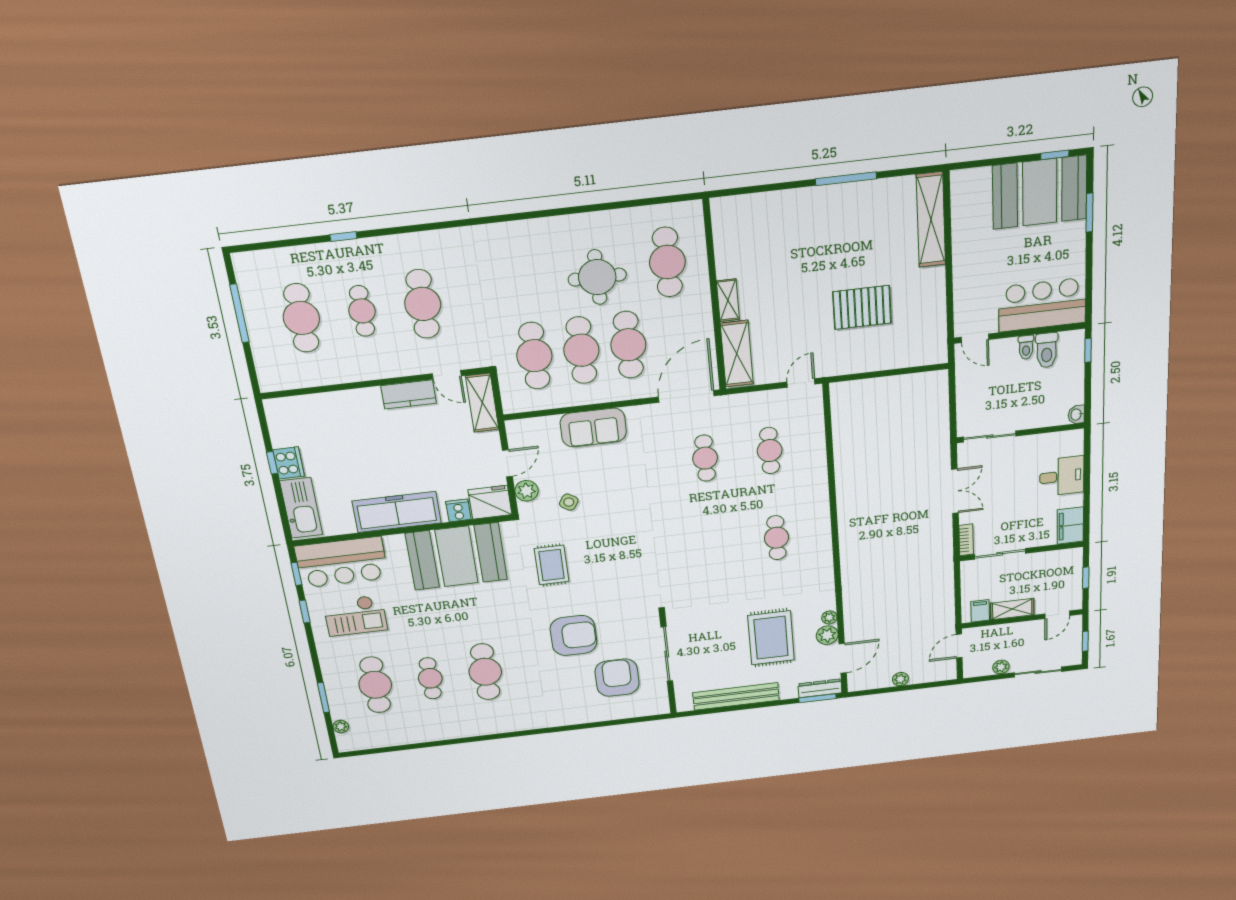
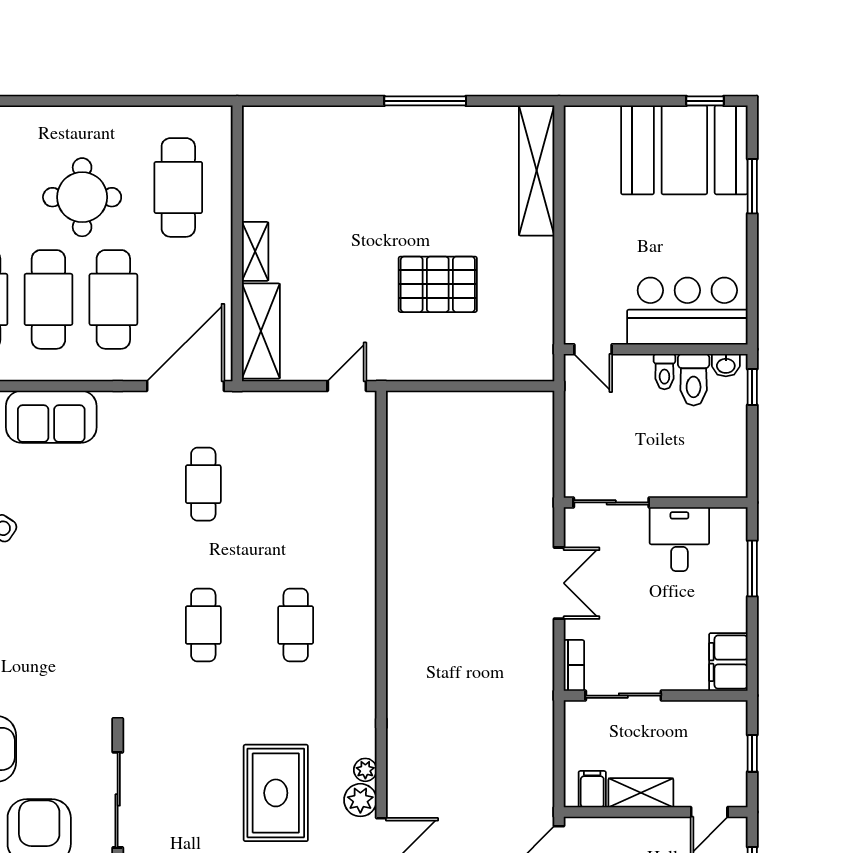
washbasin: (1076, 415) -> (726, 365), moved, turned -90
cafe table: (770, 451) -> (203, 625), moved
window: (1087, 466) -> (752, 568), added
desk: (1062, 476) -> (679, 539), moved, turned -90

